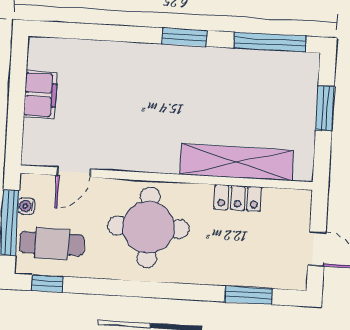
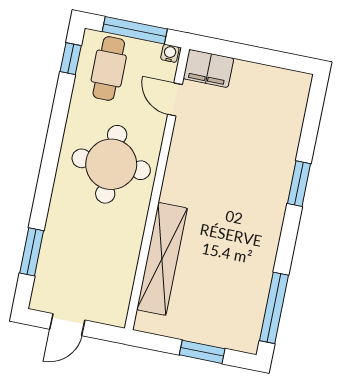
window: (184, 37) -> (299, 184), moved
filing cabinet: (40, 95) -> (208, 68), moved
locker: (238, 198) -> (127, 255), removed
water cooler: (26, 206) -> (170, 53), moved

